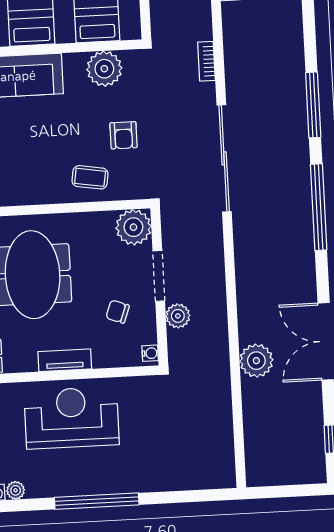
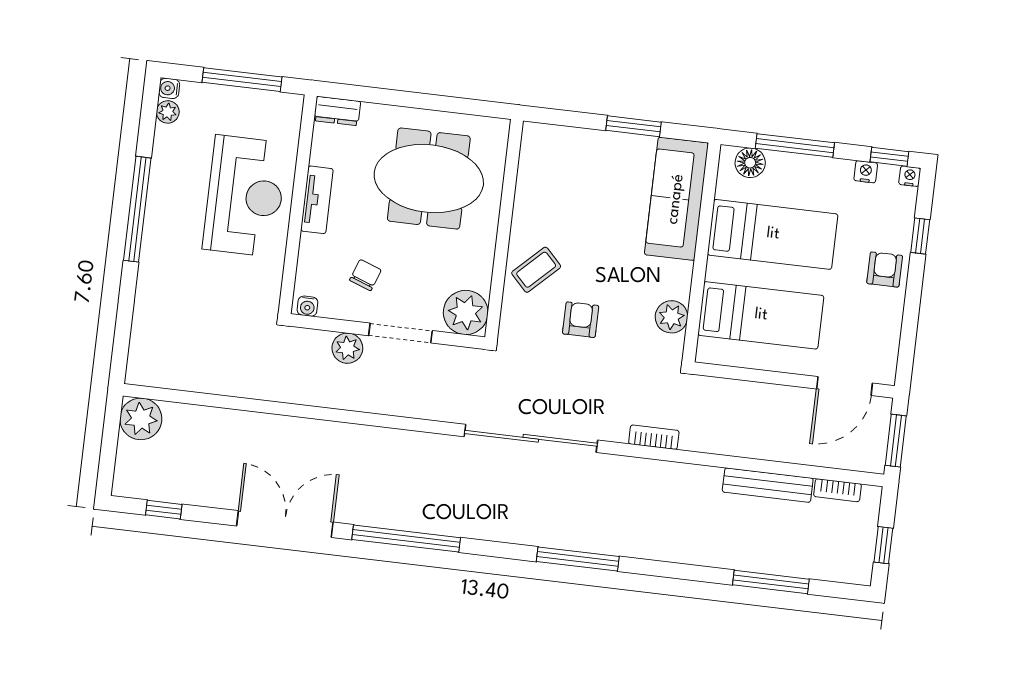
plant: (104, 69) -> (672, 317), width x0.73, depth x0.73
armchair: (123, 135) -> (581, 320), turned 90
coffee table: (90, 177) -> (536, 270), turned 37
window: (319, 207) -> (406, 539), moved
plant: (256, 361) -> (141, 419), moved

